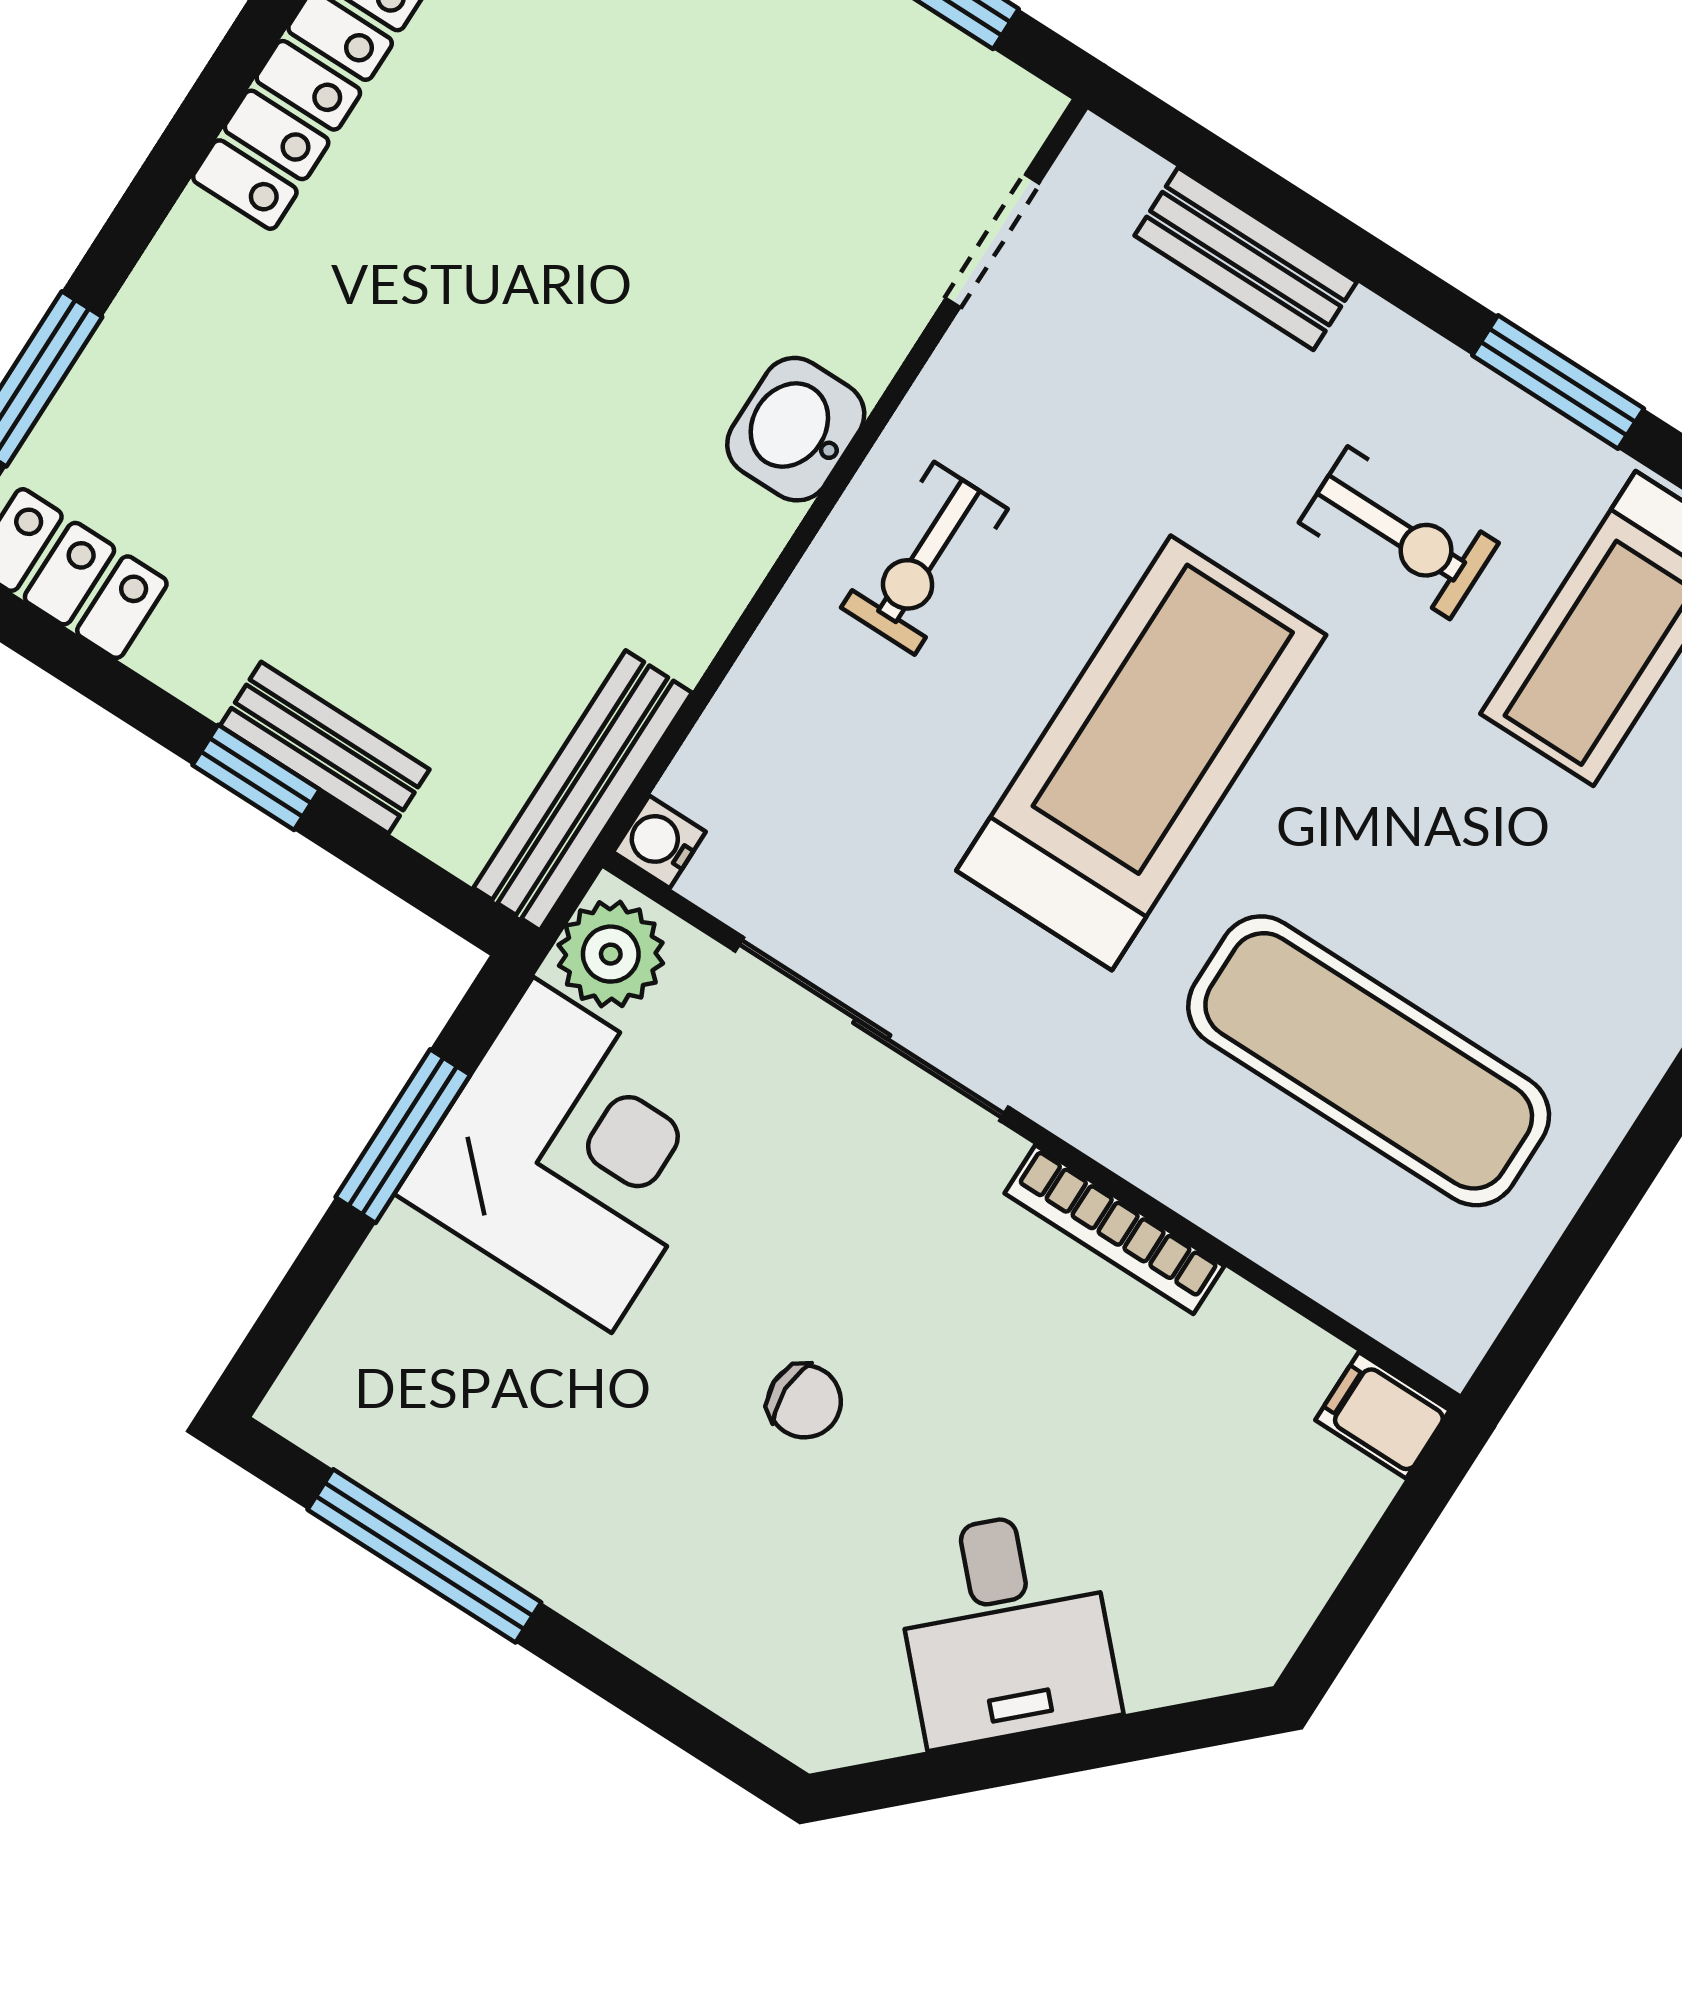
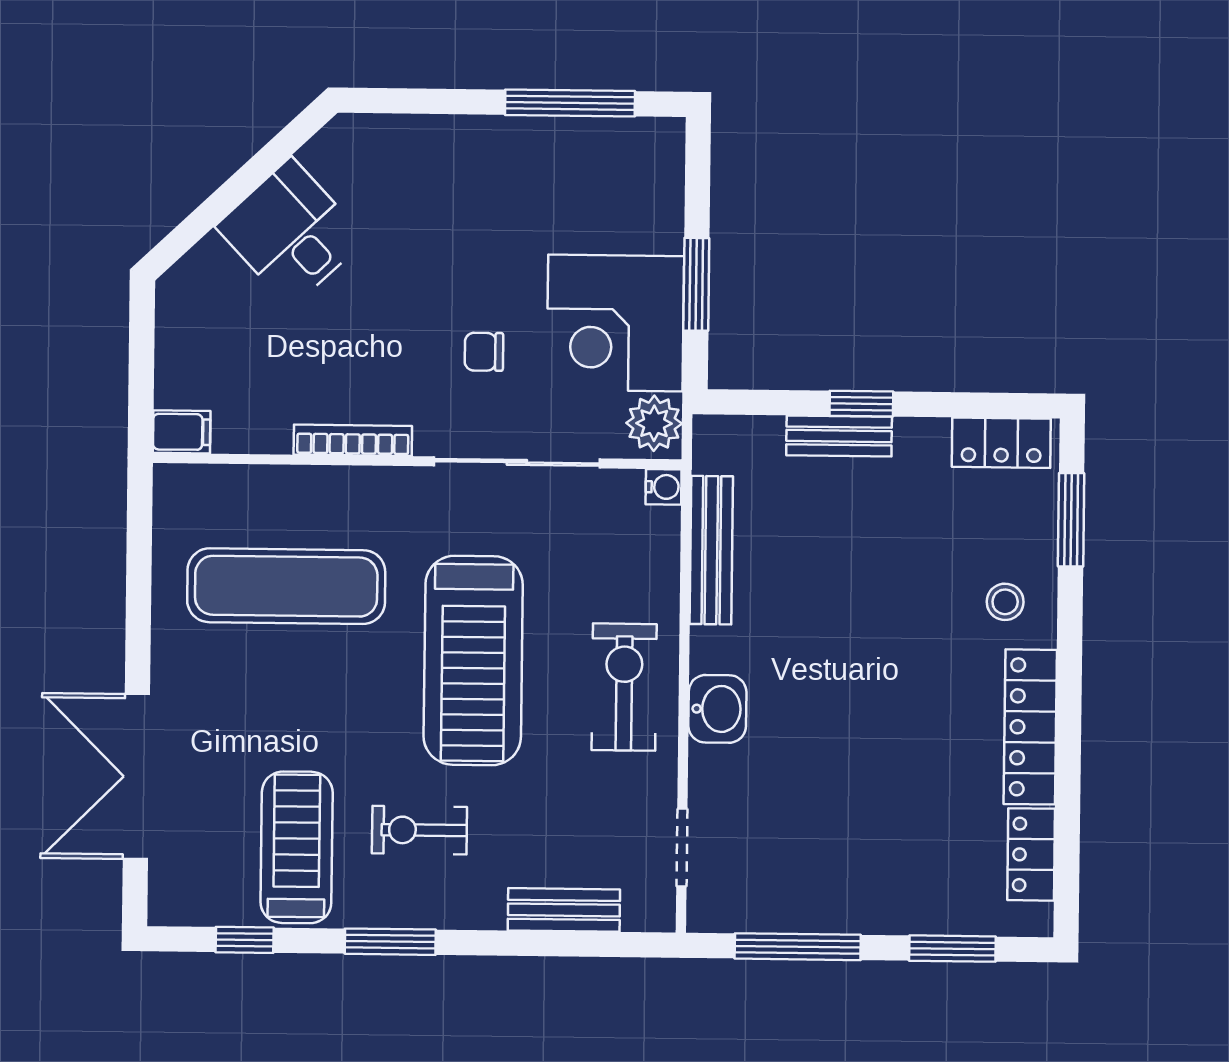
stool: (223, 313) -> (1005, 602), added
exercise bike: (924, 558) -> (624, 687), width x1.38, depth x1.39
bench: (583, 790) -> (711, 550), moved
chair: (804, 1401) -> (484, 352), moved

